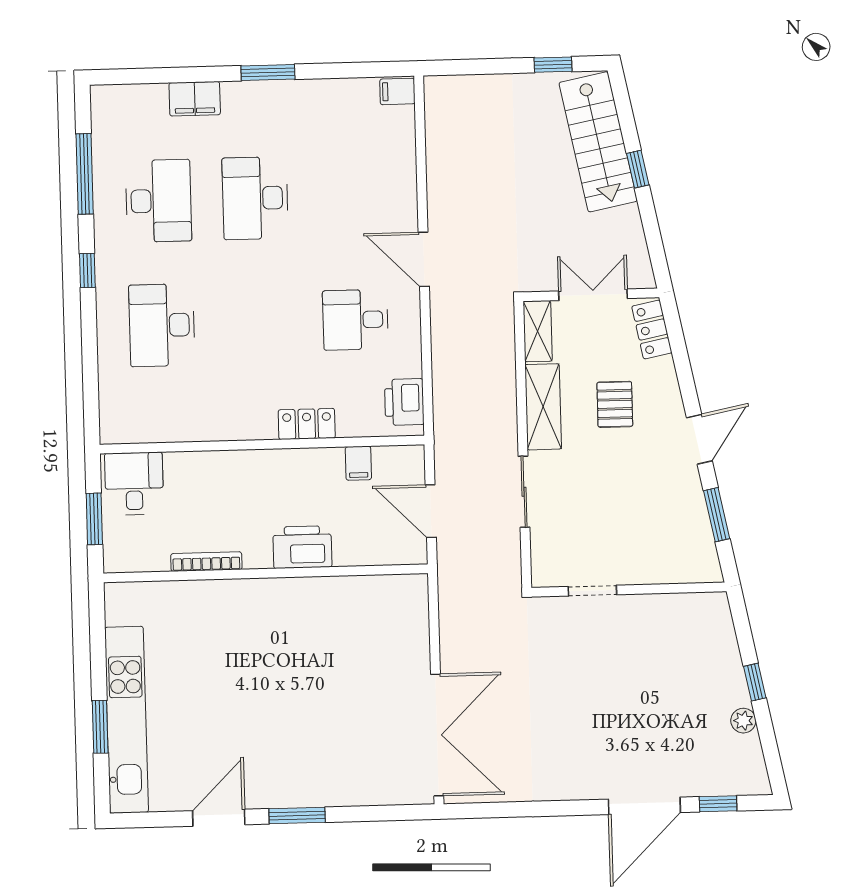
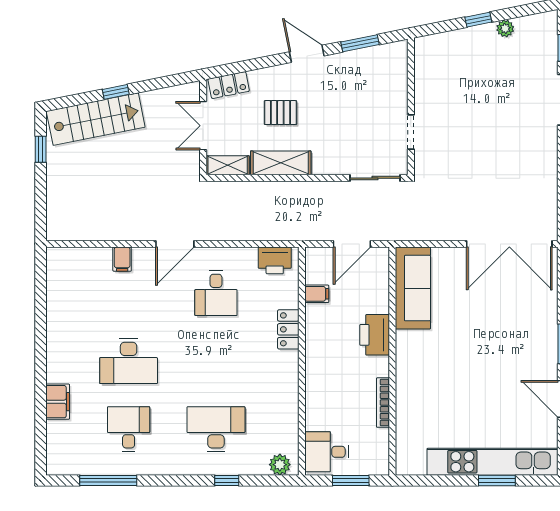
window: (268, 73) -> (41, 350), removed
filing cabinet: (397, 91) -> (122, 259), moved
desk: (158, 201) -> (129, 429), width x0.73
window: (87, 271) -> (227, 480), moved
desk: (162, 325) -> (216, 429), turned 180
plant: (114, 417) -> (280, 465), added
sliding door: (524, 492) -> (375, 178), moved
sofa: (370, 600) -> (413, 288), added
double door: (437, 735) -> (509, 244), swing flipped

